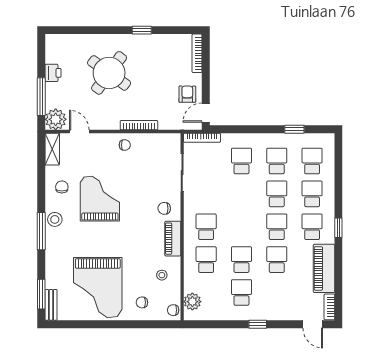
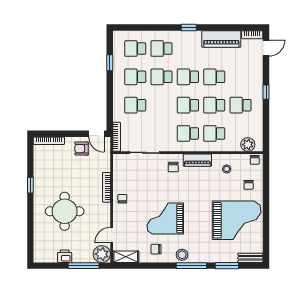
round table: (109, 73) -> (65, 211), turned -36
school desk: (312, 227) -> (188, 105), moved
window: (41, 294) -> (227, 266), moved

